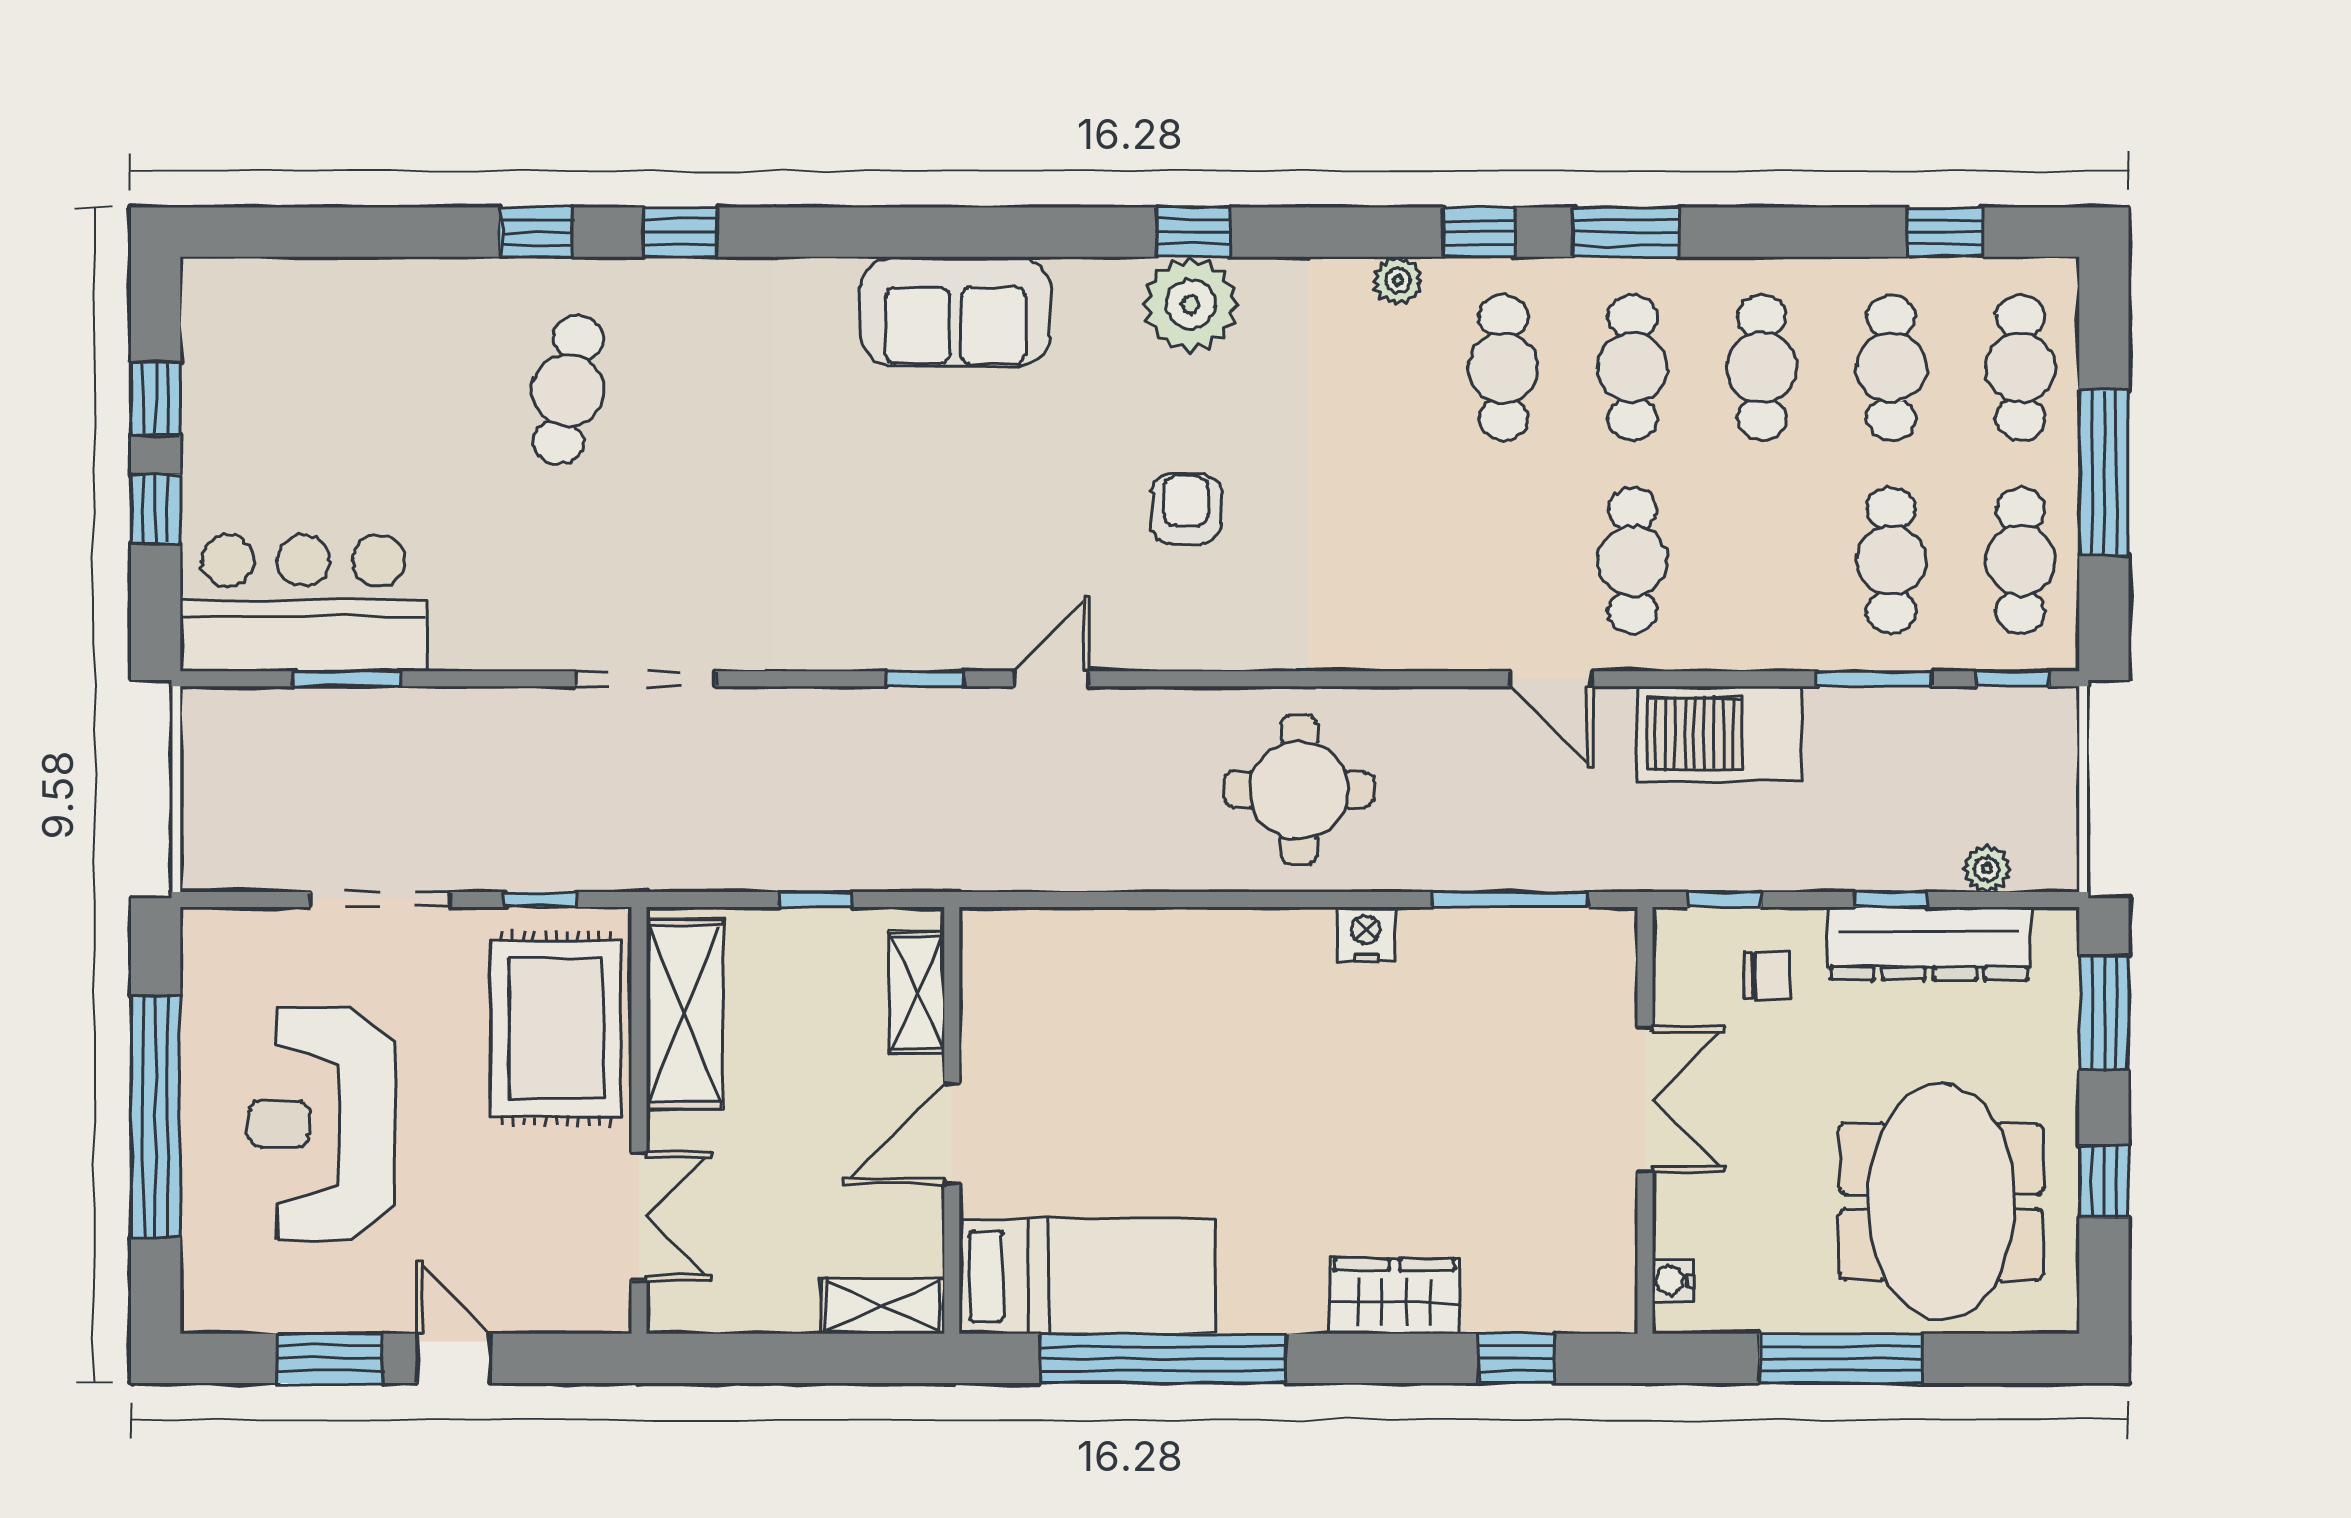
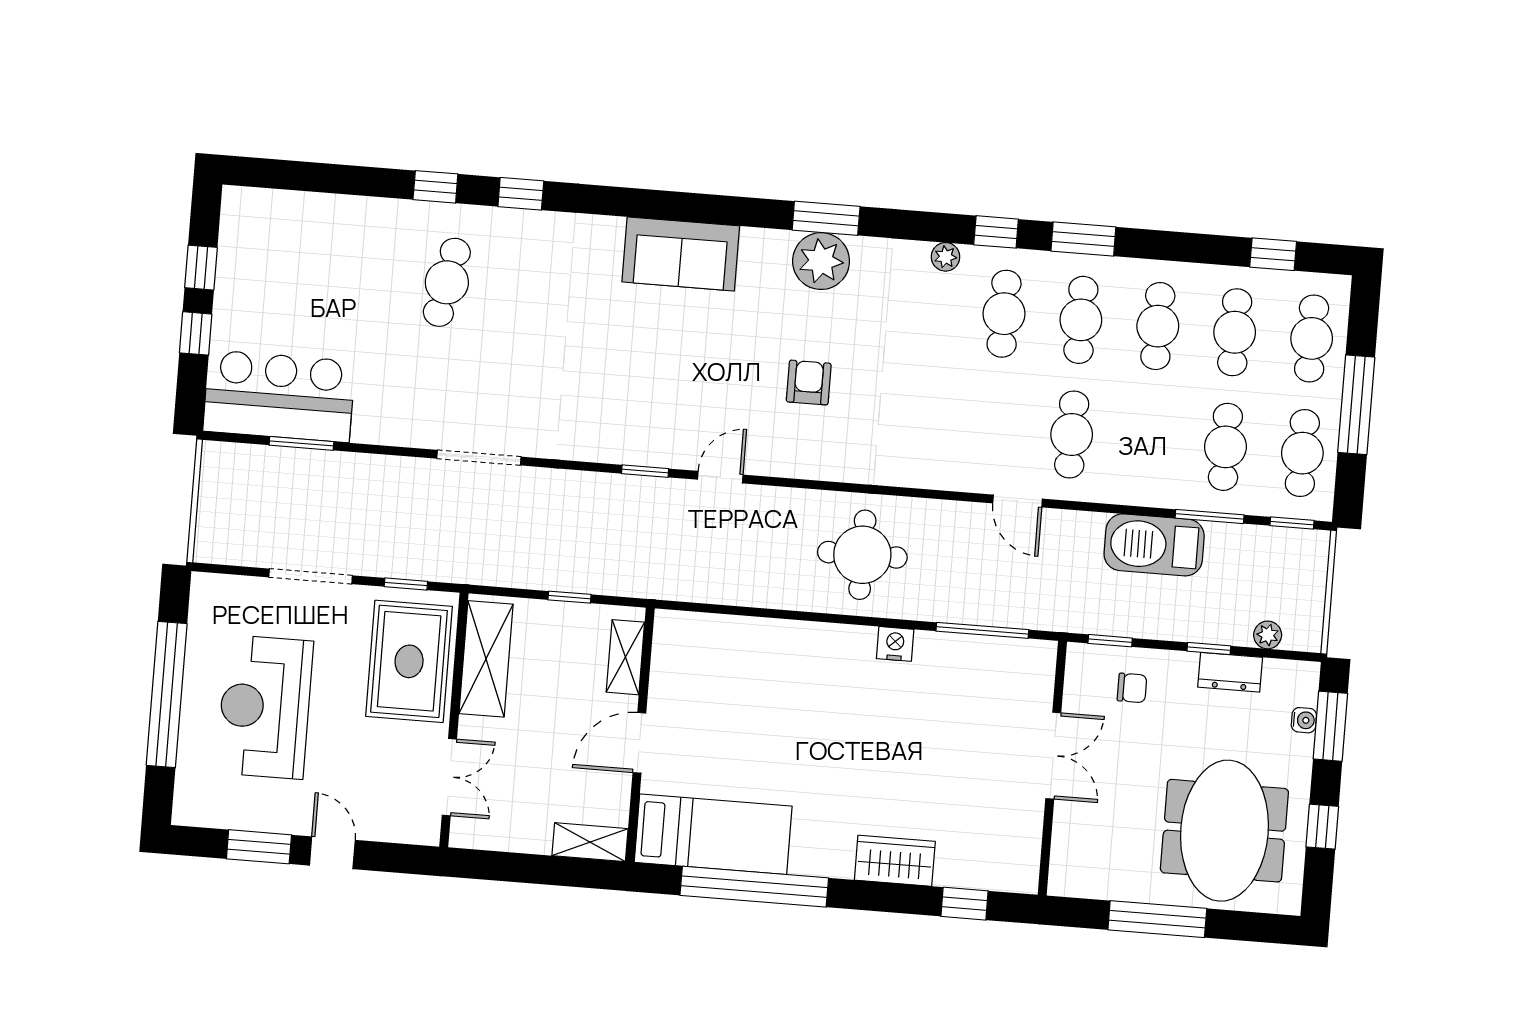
window: (1193, 232) -> (826, 218), width x1.50
barbecue: (1719, 734) -> (1154, 545), moved
dresser: (1929, 943) -> (1230, 672), width x0.51, depth x0.80
water cooler: (1673, 1281) -> (1304, 720), moved, turned 180

